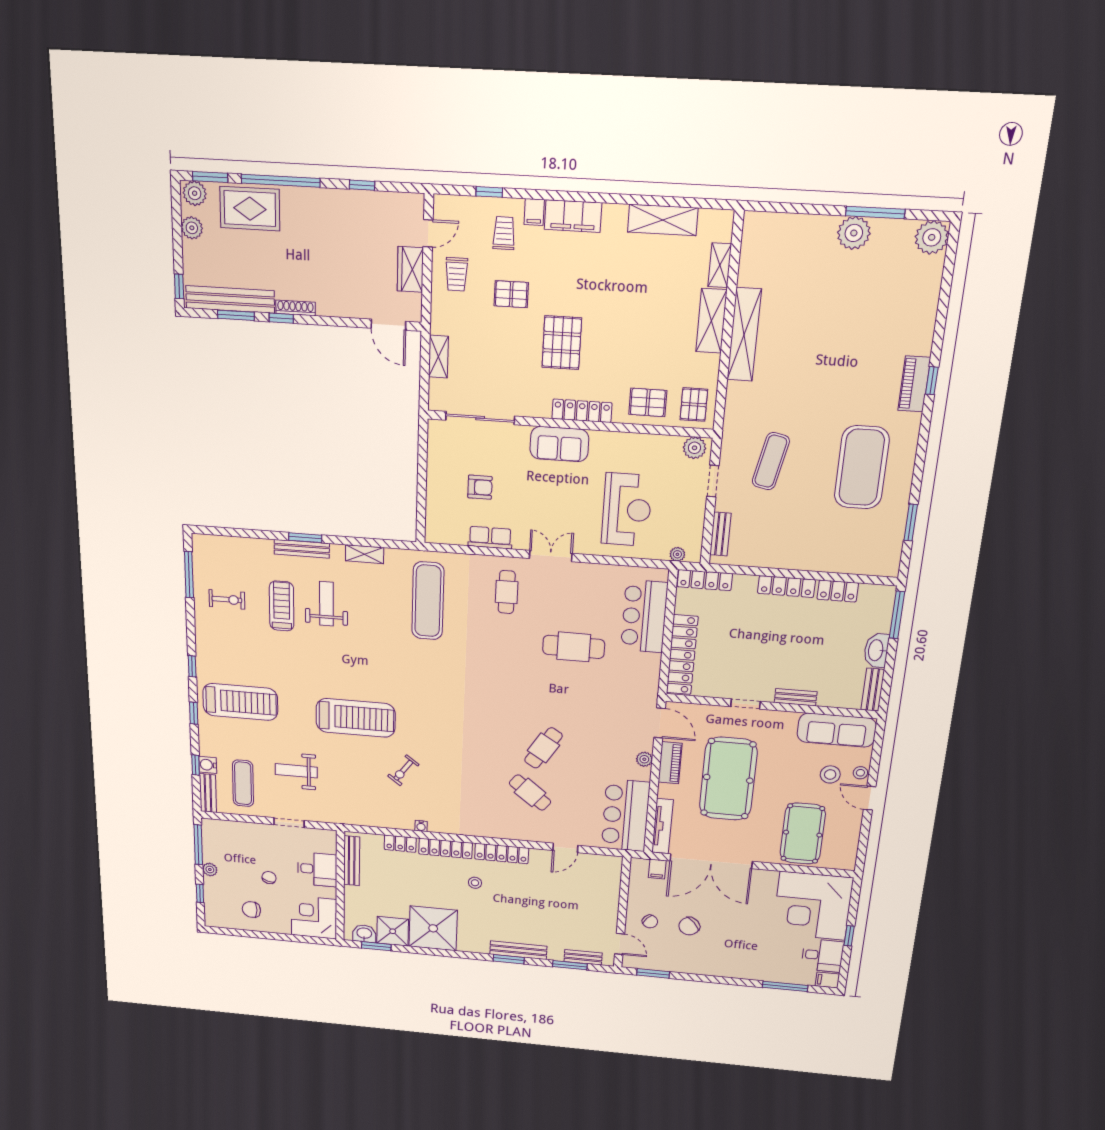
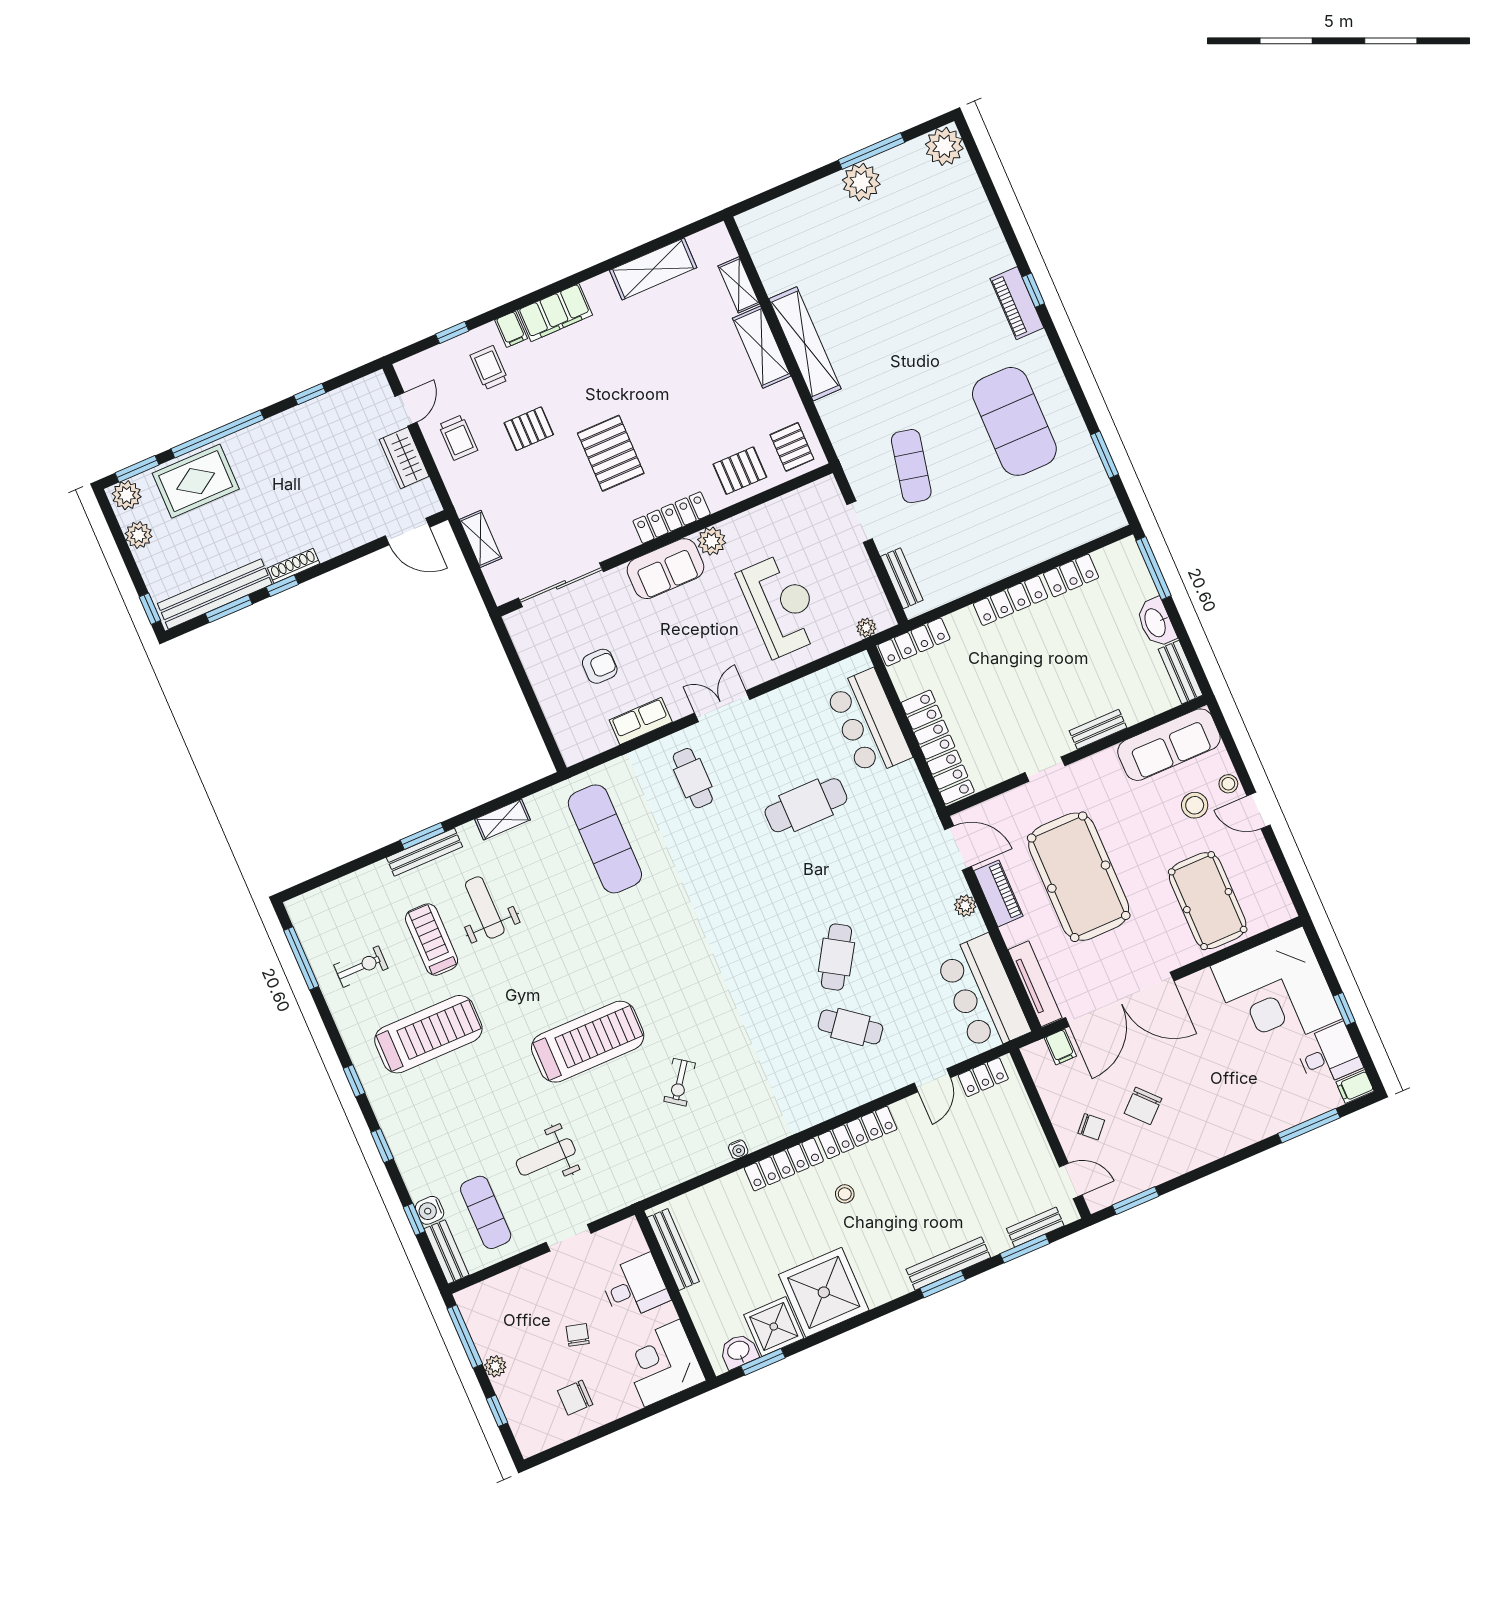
plant: (694, 448) -> (712, 541), moved
treadmill: (240, 702) -> (428, 1034), moved
locker: (400, 844) -> (983, 1077), moved

